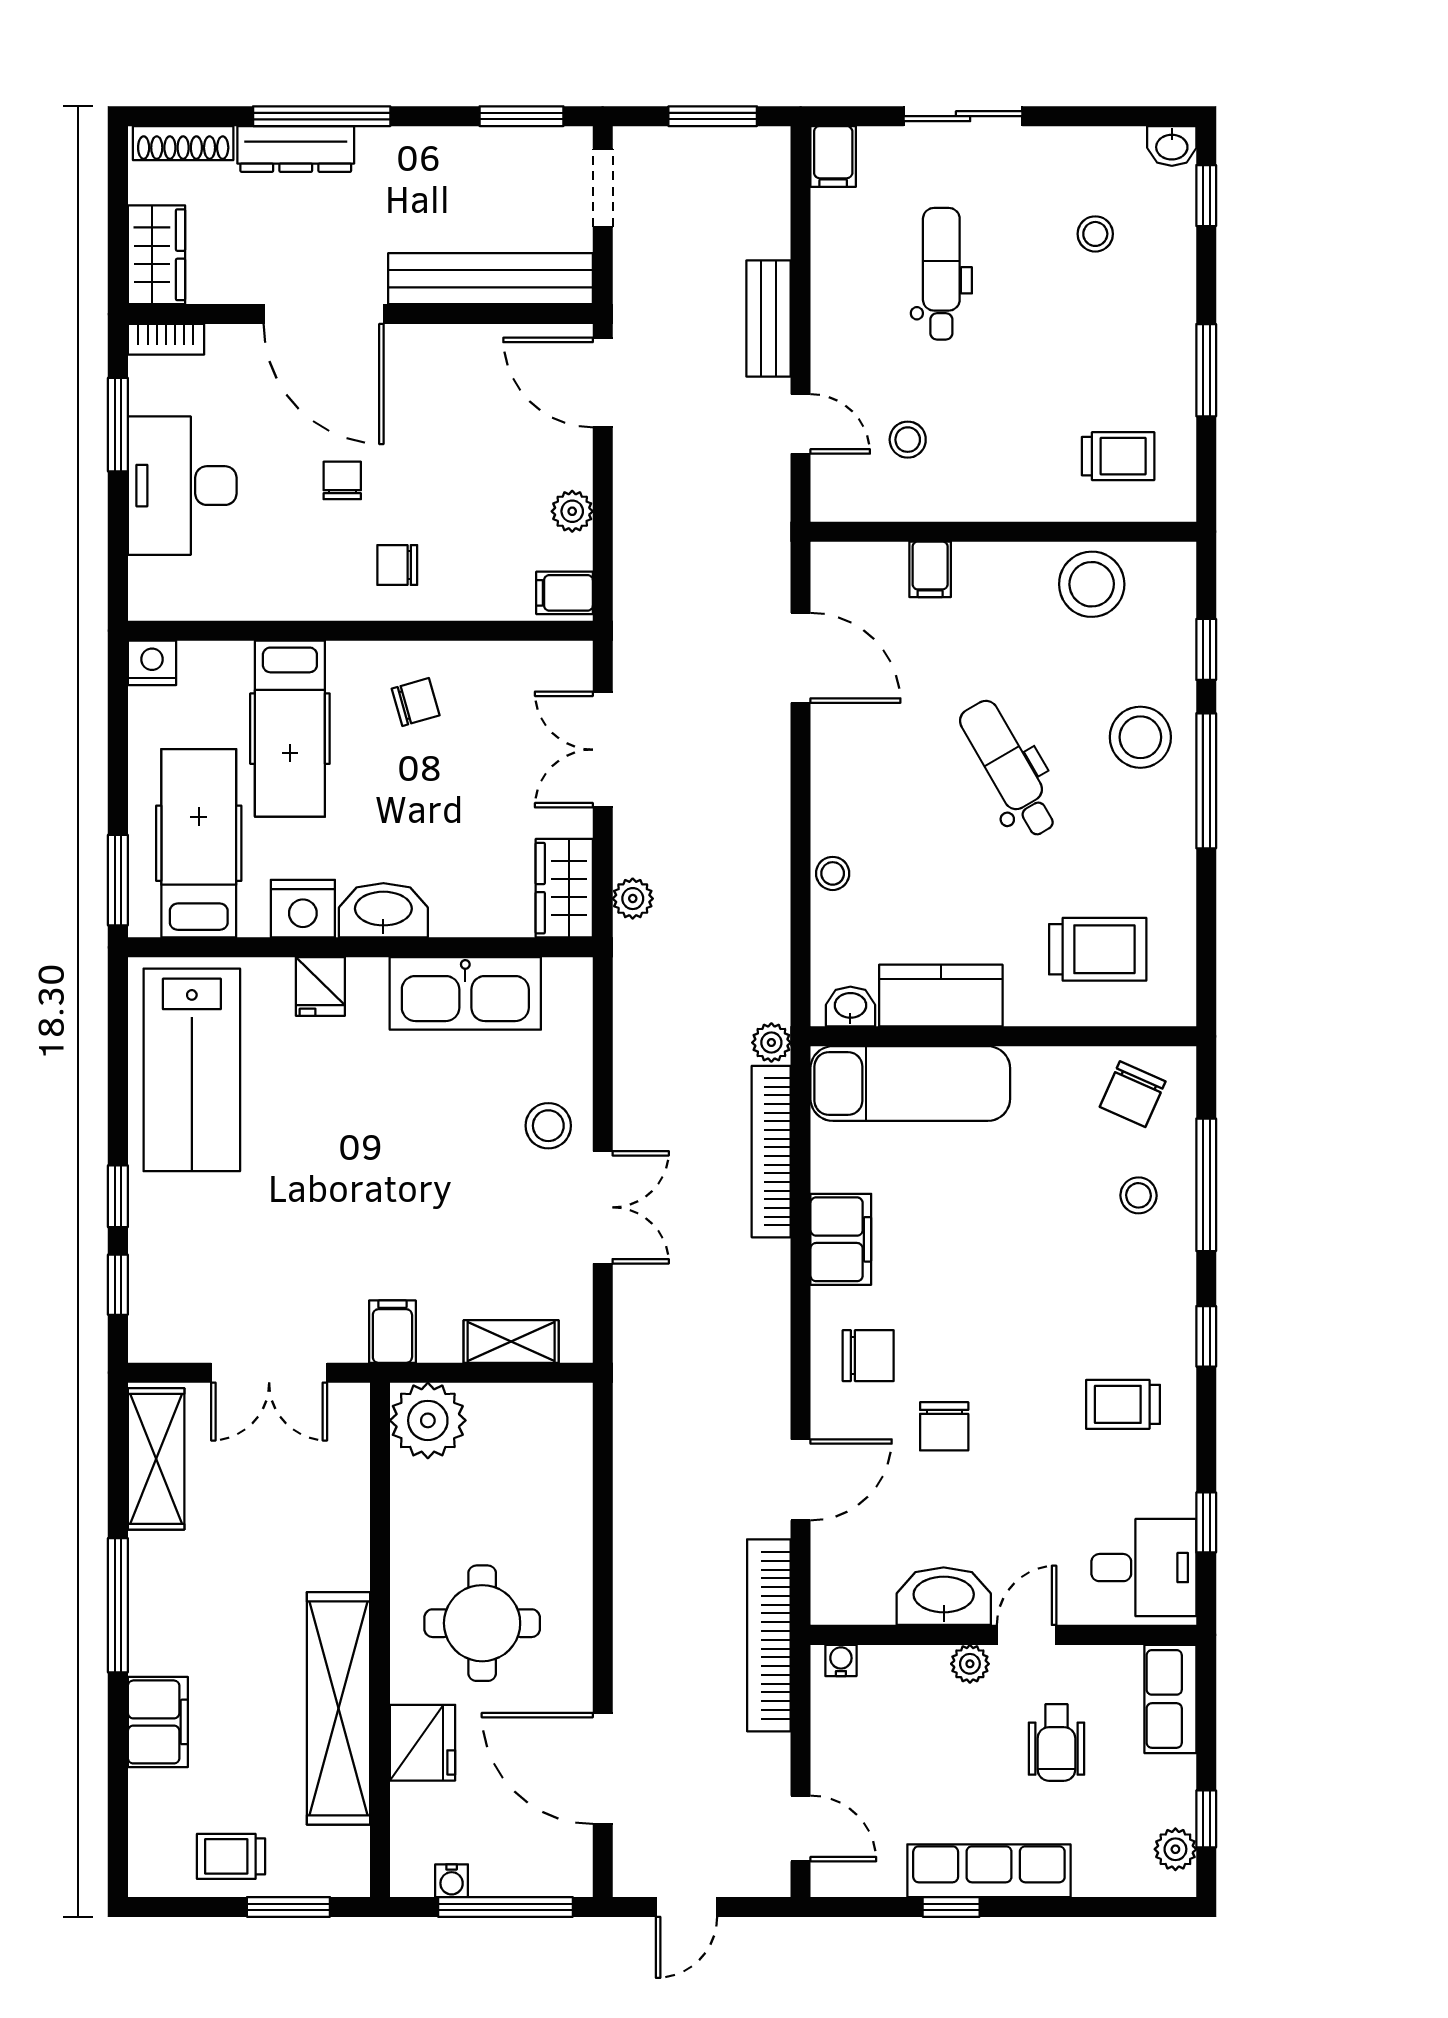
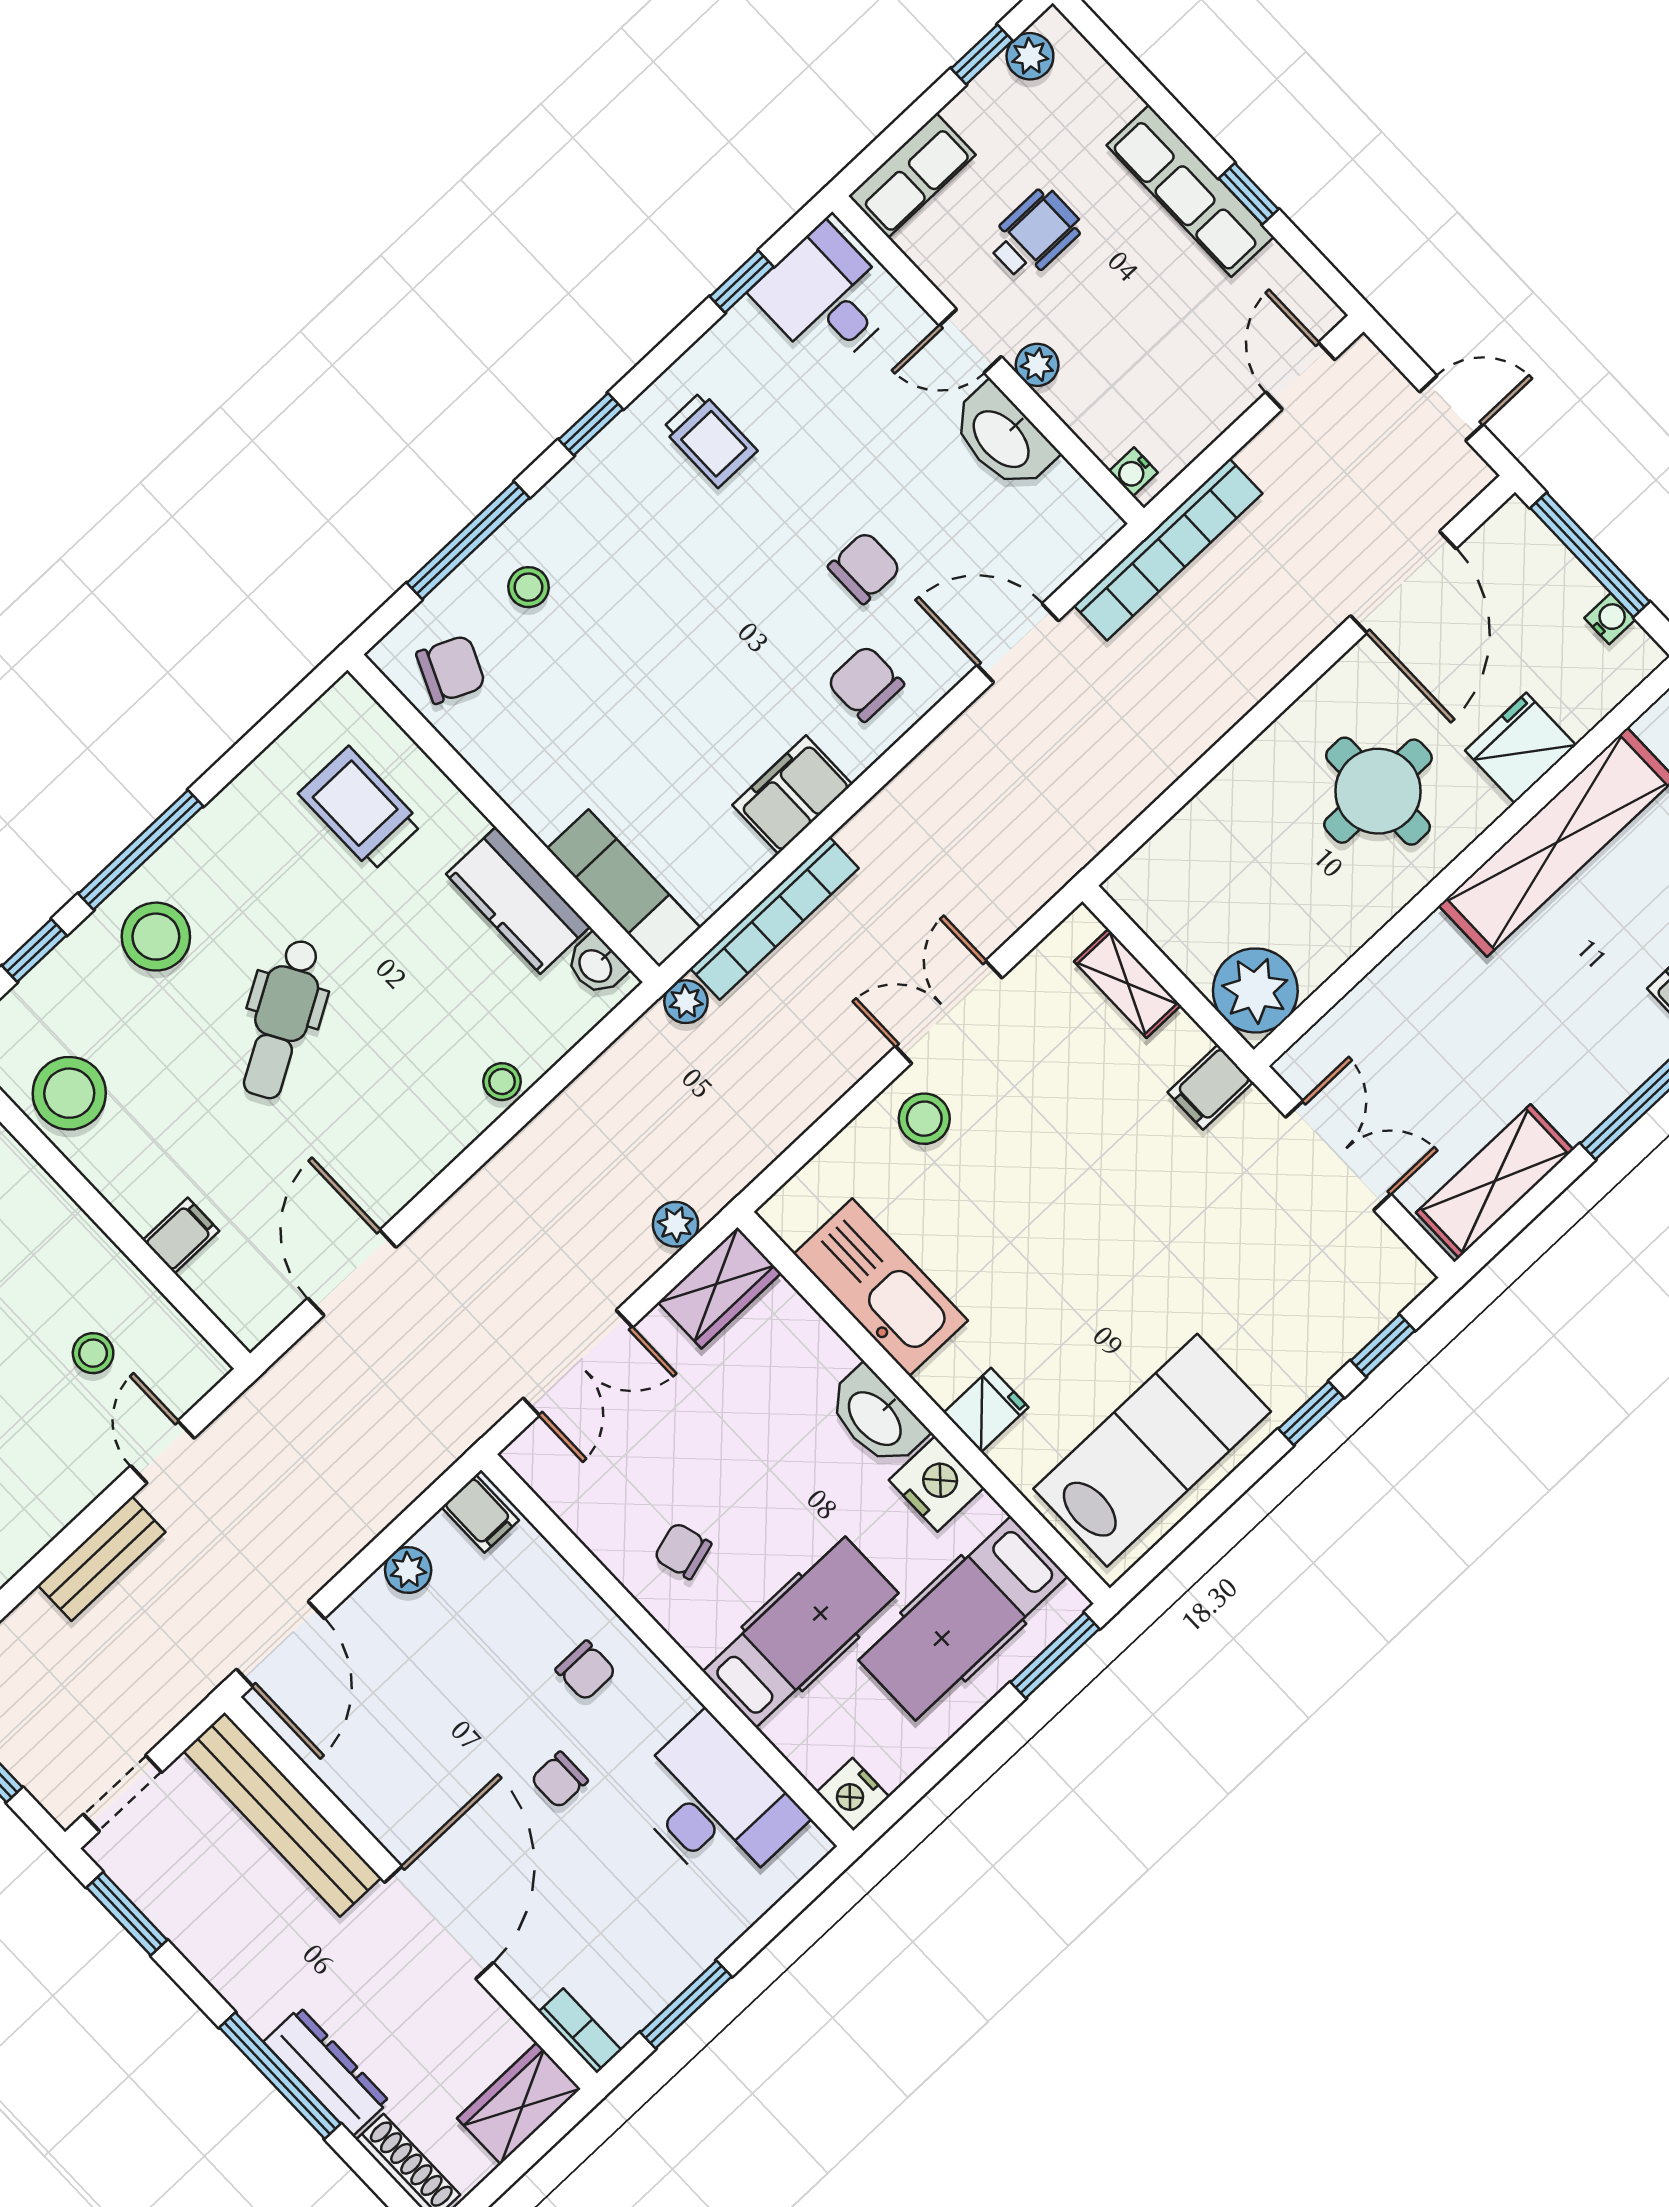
desk: (182, 486) -> (715, 1805), moved, turned -90
exam couch: (910, 1084) -> (624, 888), width x0.73, depth x0.69

